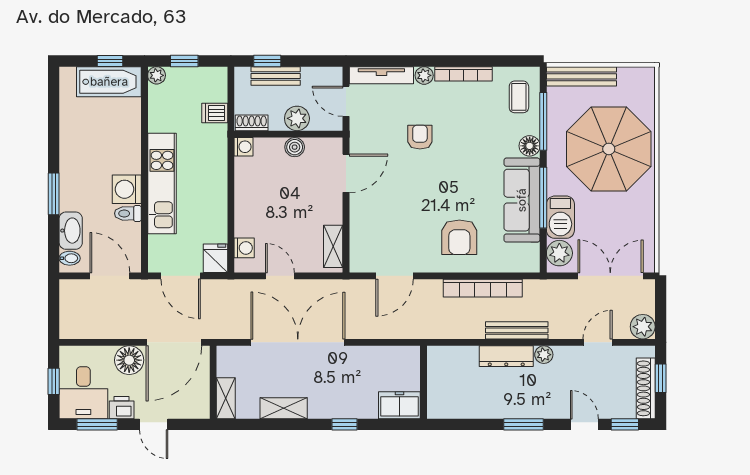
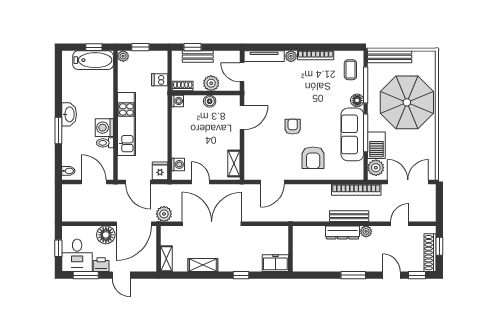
armchair: (420, 137) -> (293, 127), moved
washbasin: (71, 231) -> (69, 114), moved
bookcase: (483, 288) -> (356, 190), moved
plant: (643, 327) -> (164, 214), moved

